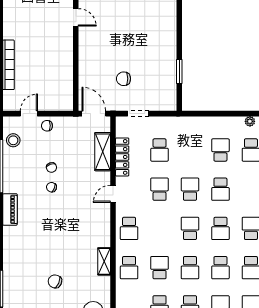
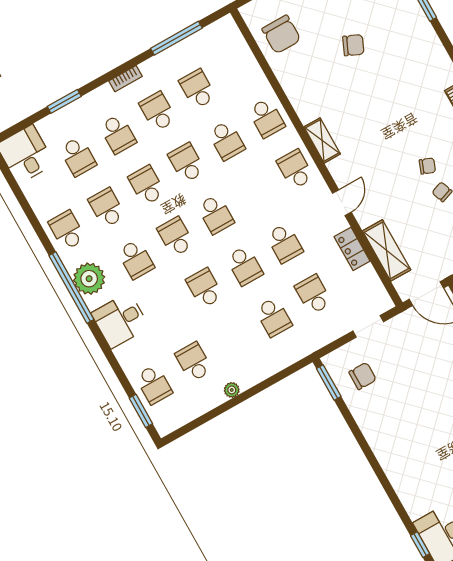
window: (179, 71) -> (329, 382), moved
chair: (124, 79) -> (363, 376), moved
plant: (250, 121) -> (232, 390), moved
school desk: (220, 150) -> (273, 317), moved
locker: (122, 157) -> (352, 249), width x0.66
shelving: (104, 261) -> (322, 140), moved
school desk: (129, 268) -> (266, 118), turned 180

